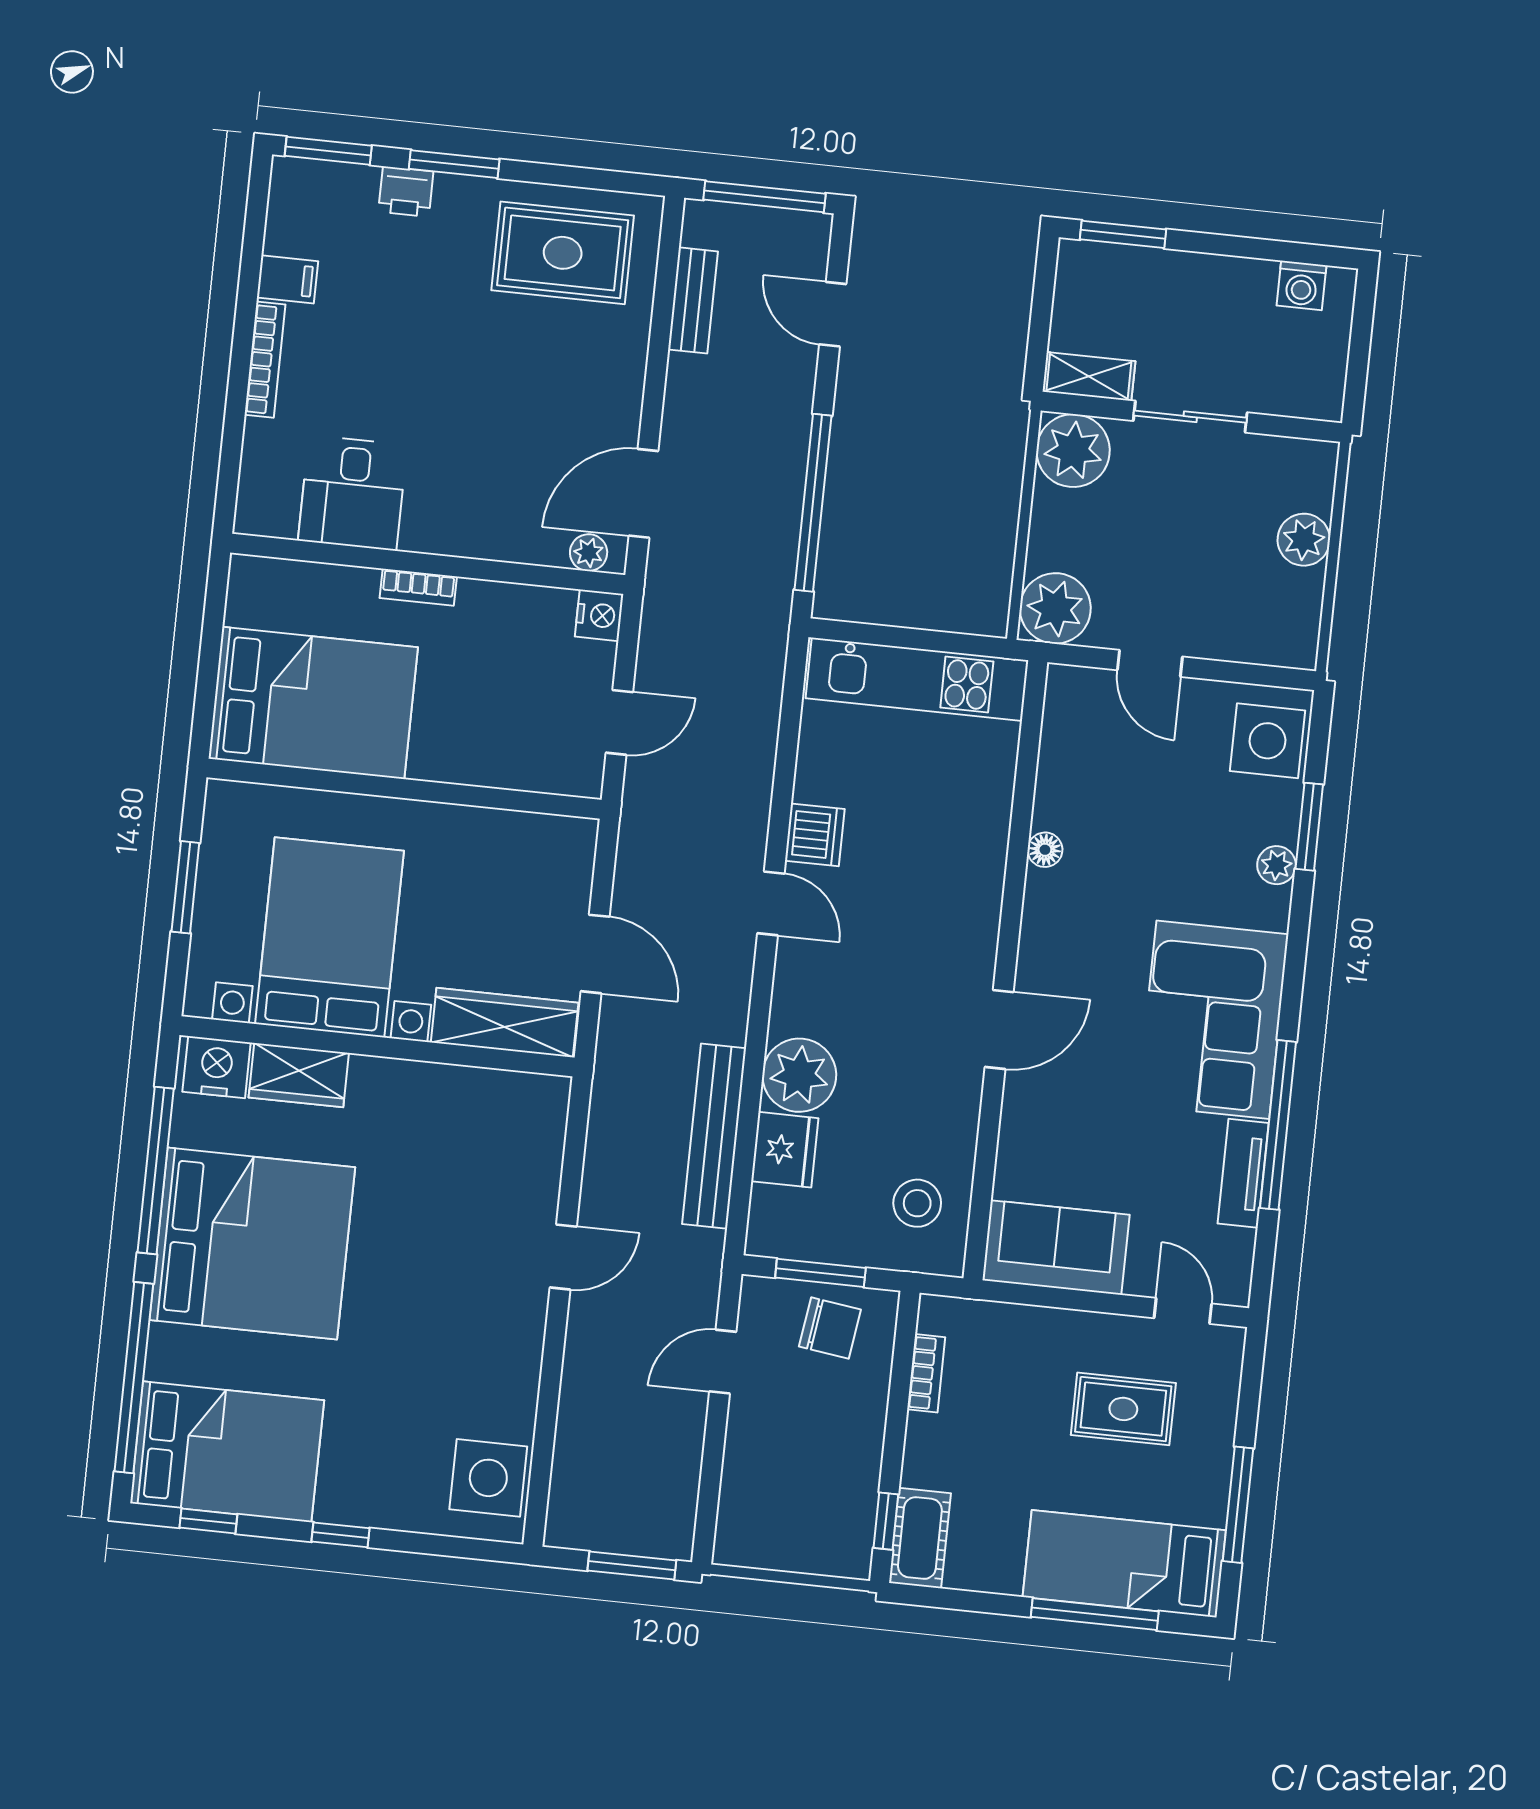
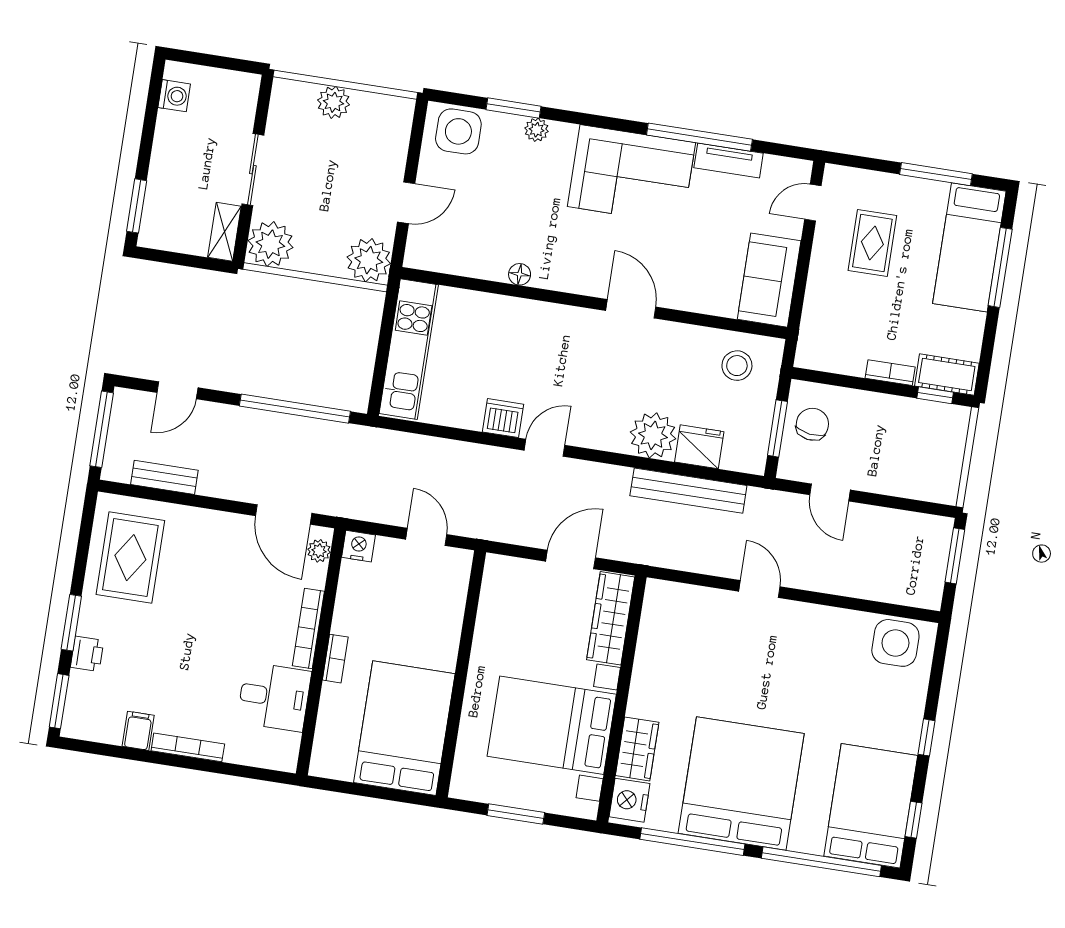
bookcase: (464, 542) -> (308, 628), added
bookcase: (926, 1373) -> (890, 373), moved

